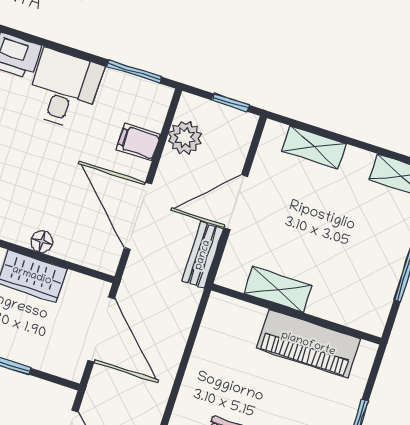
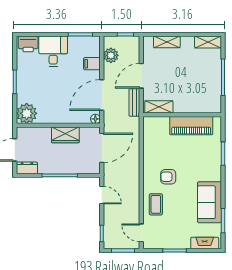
door: (138, 216) -> (102, 95), hinge flipped
floor lamp: (42, 242) -> (95, 119), moved
shelving: (278, 289) -> (159, 107), moved
door: (101, 329) -> (102, 148), hinge flipped

